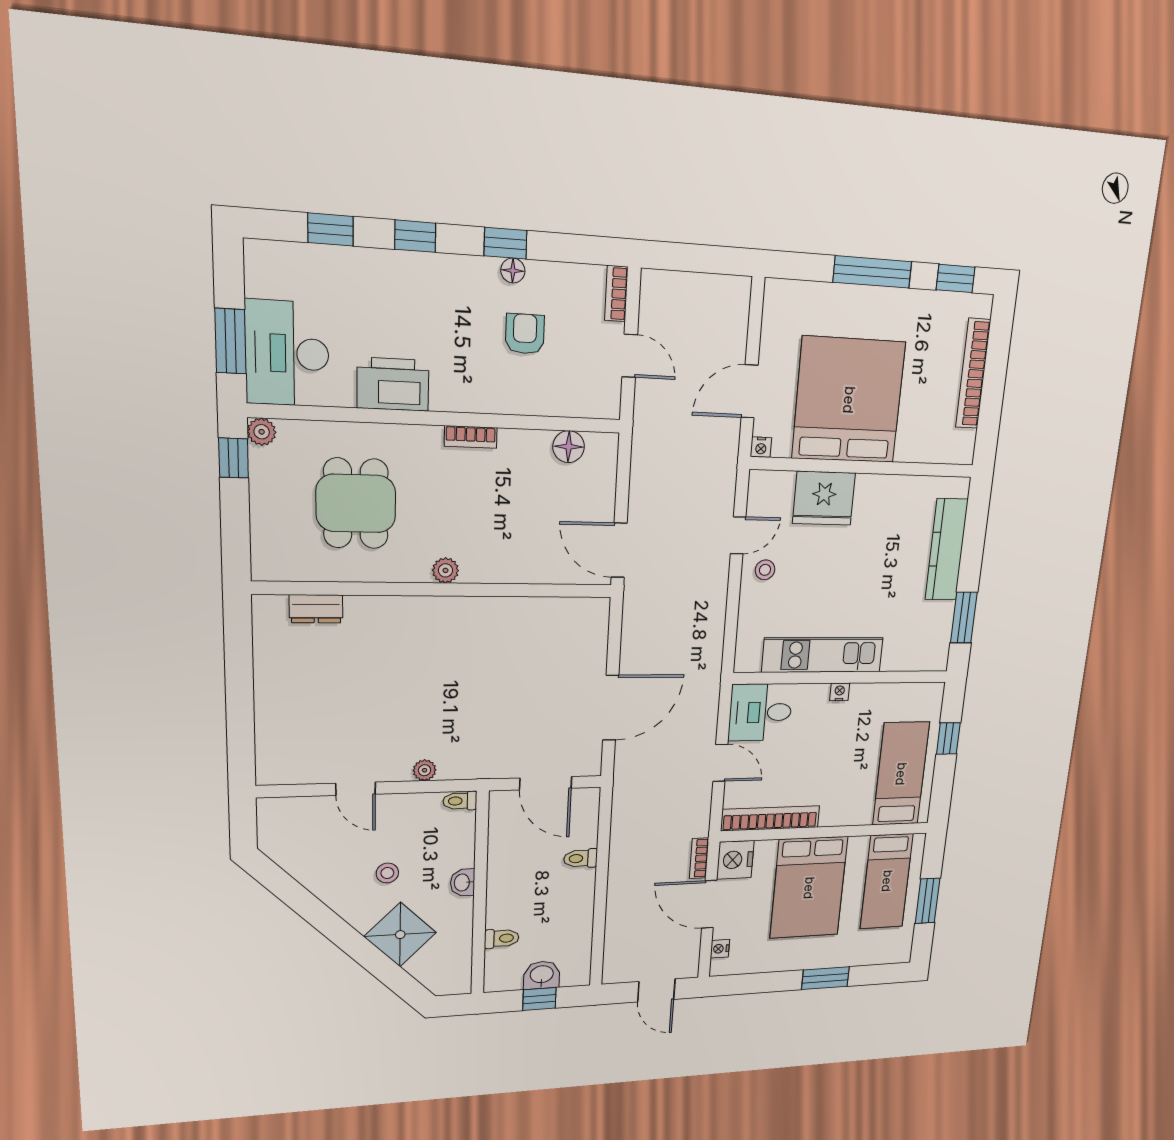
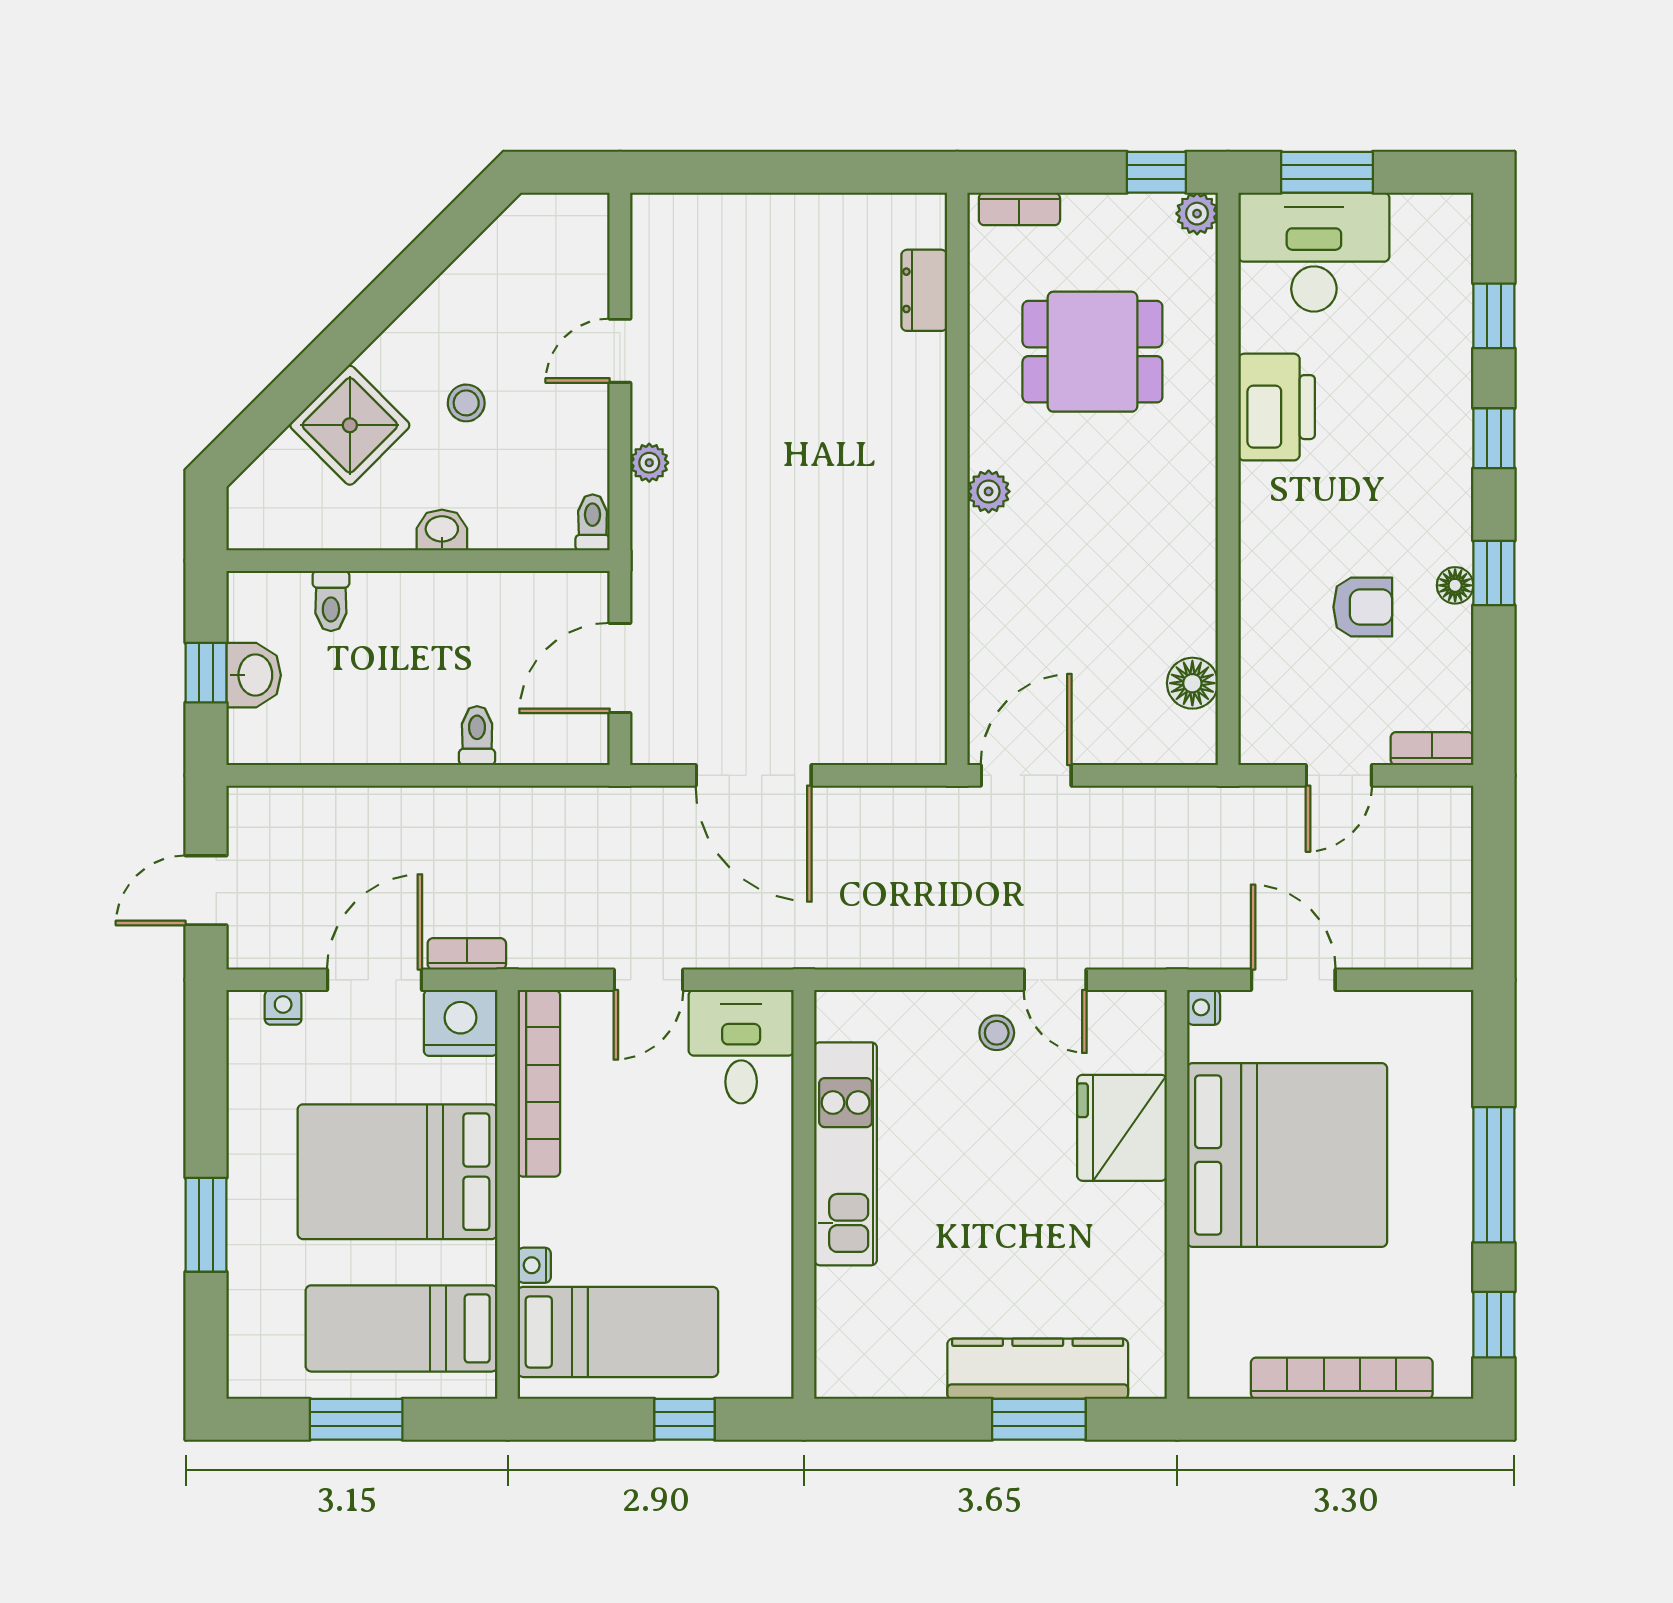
bookcase: (471, 437) -> (1019, 209), moved, turned -90
window: (964, 618) -> (1039, 1419), moved
nightstand: (840, 692) -> (534, 1265), moved, turned 180

